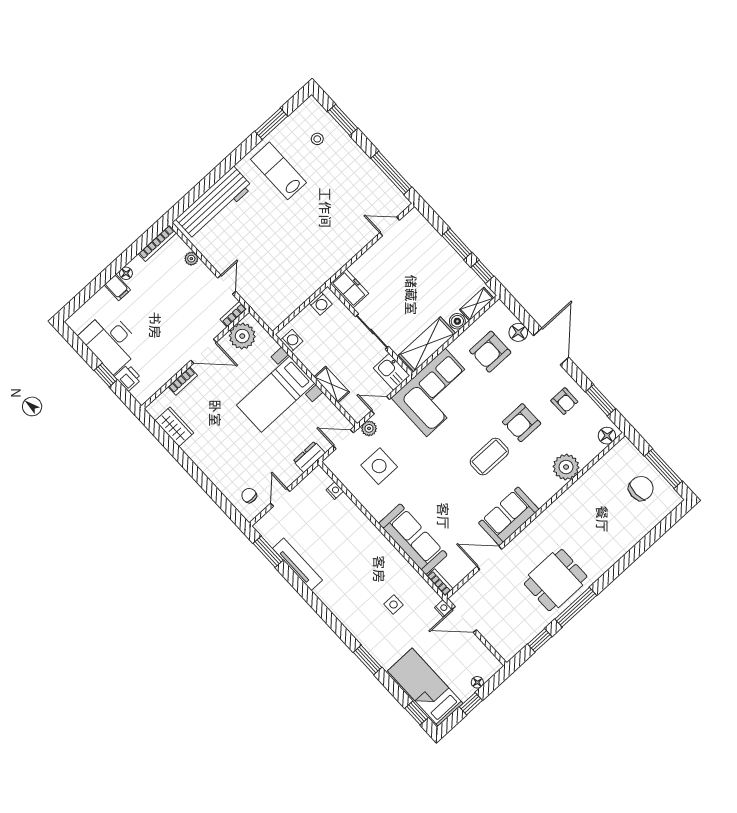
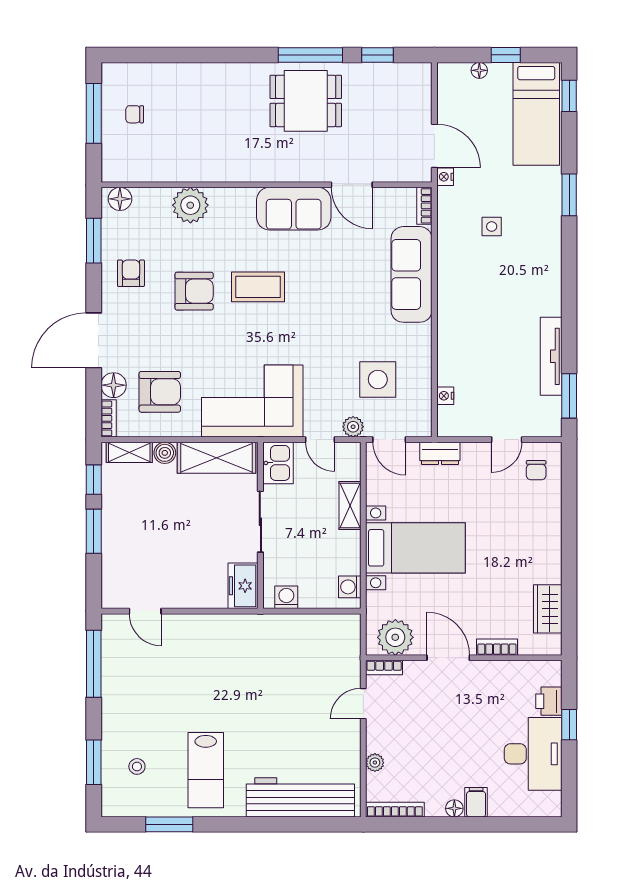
bookcase: (505, 312) -> (109, 418), added
chair: (641, 488) -> (135, 114), width x0.54, depth x0.54

